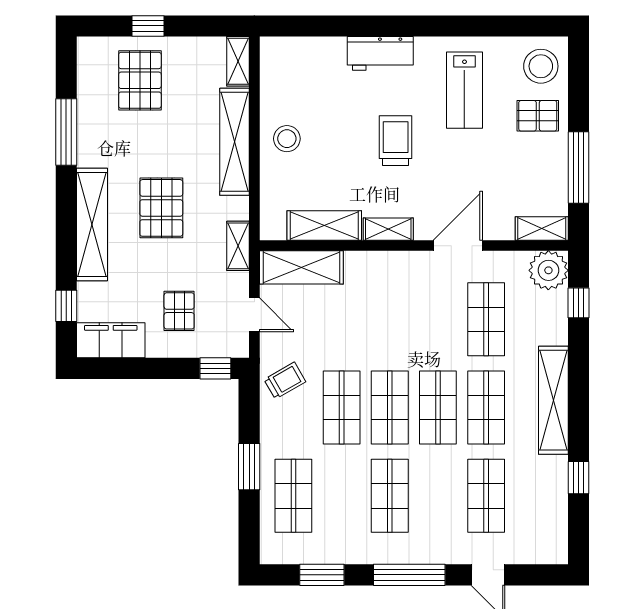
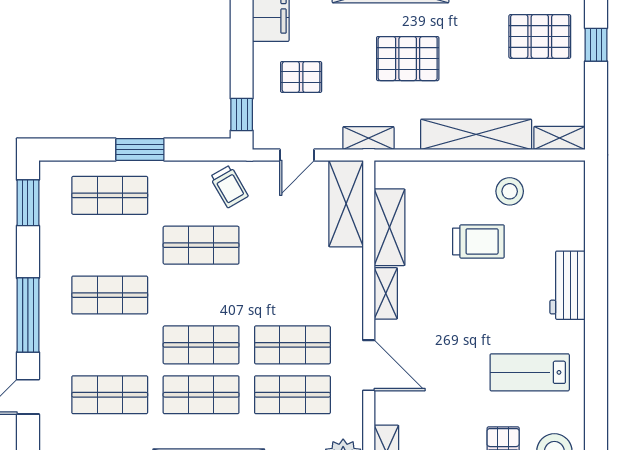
stool: (287, 139) -> (510, 191), moved
trolley: (396, 141) -> (478, 241), moved
shop shelf: (390, 408) -> (292, 345), moved
window: (322, 575) -> (28, 203), moved

